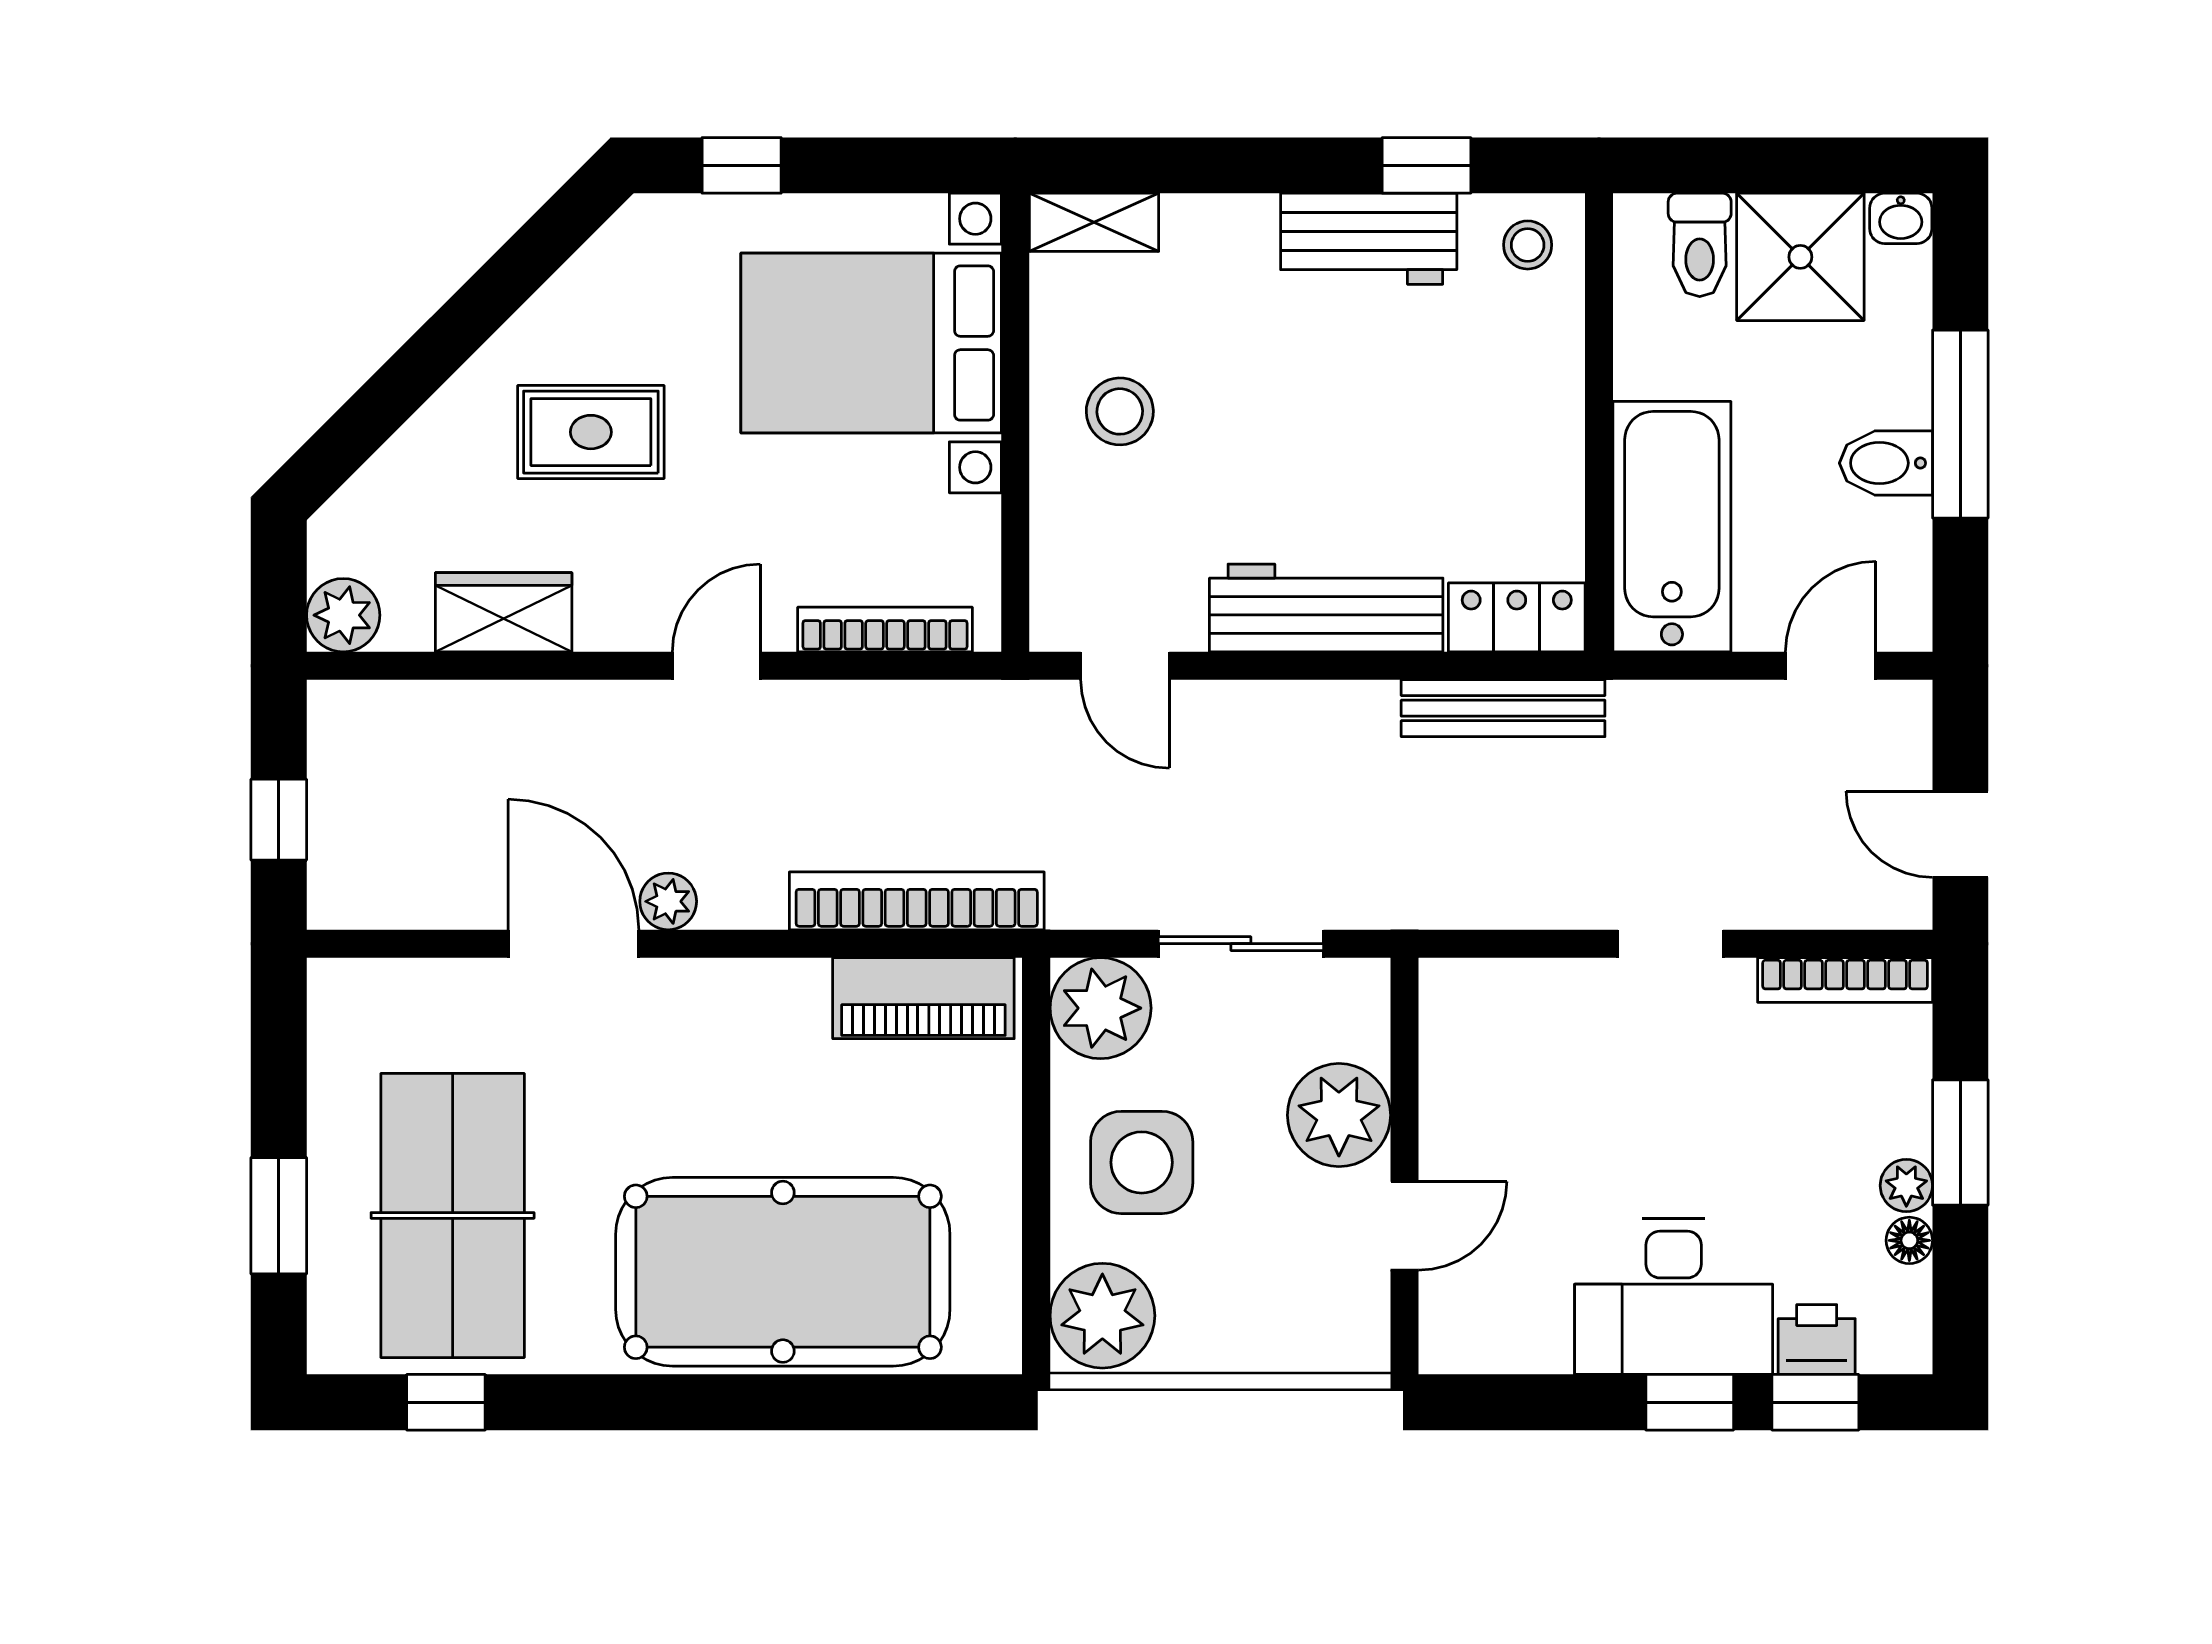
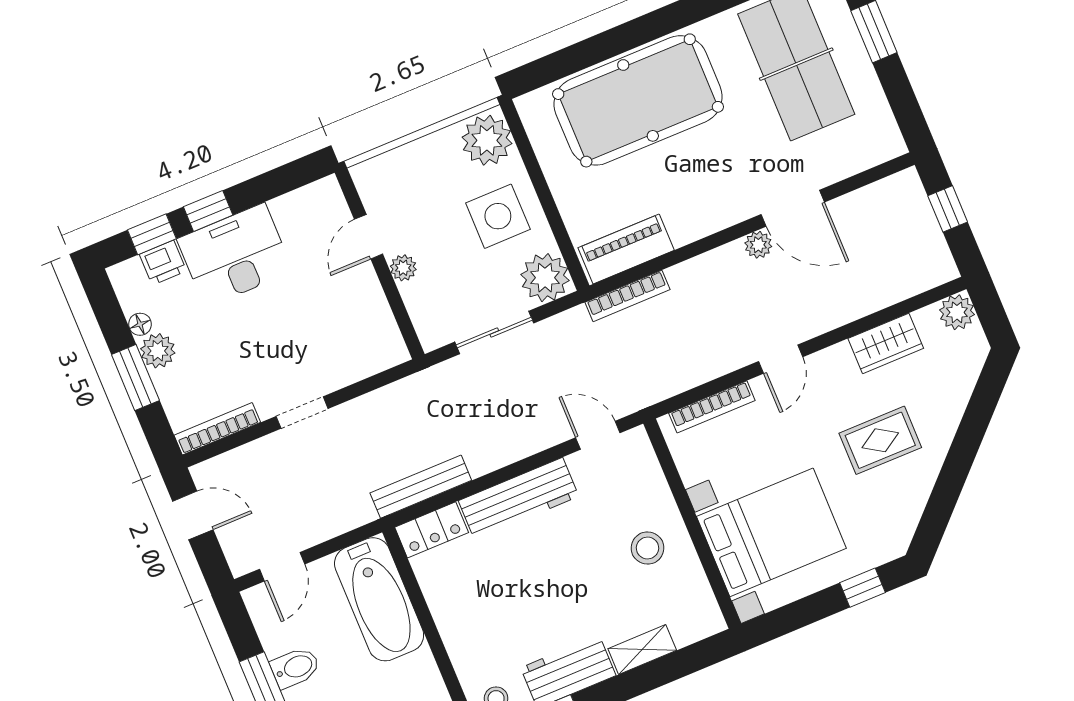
shelving: (1094, 222) -> (642, 649), moved
bookcase: (917, 901) -> (627, 296), width x0.68, depth x0.76
plant: (1339, 1115) -> (403, 268), width x0.53, depth x0.53
plant: (1906, 1186) -> (158, 351), width x1.38, depth x1.38

